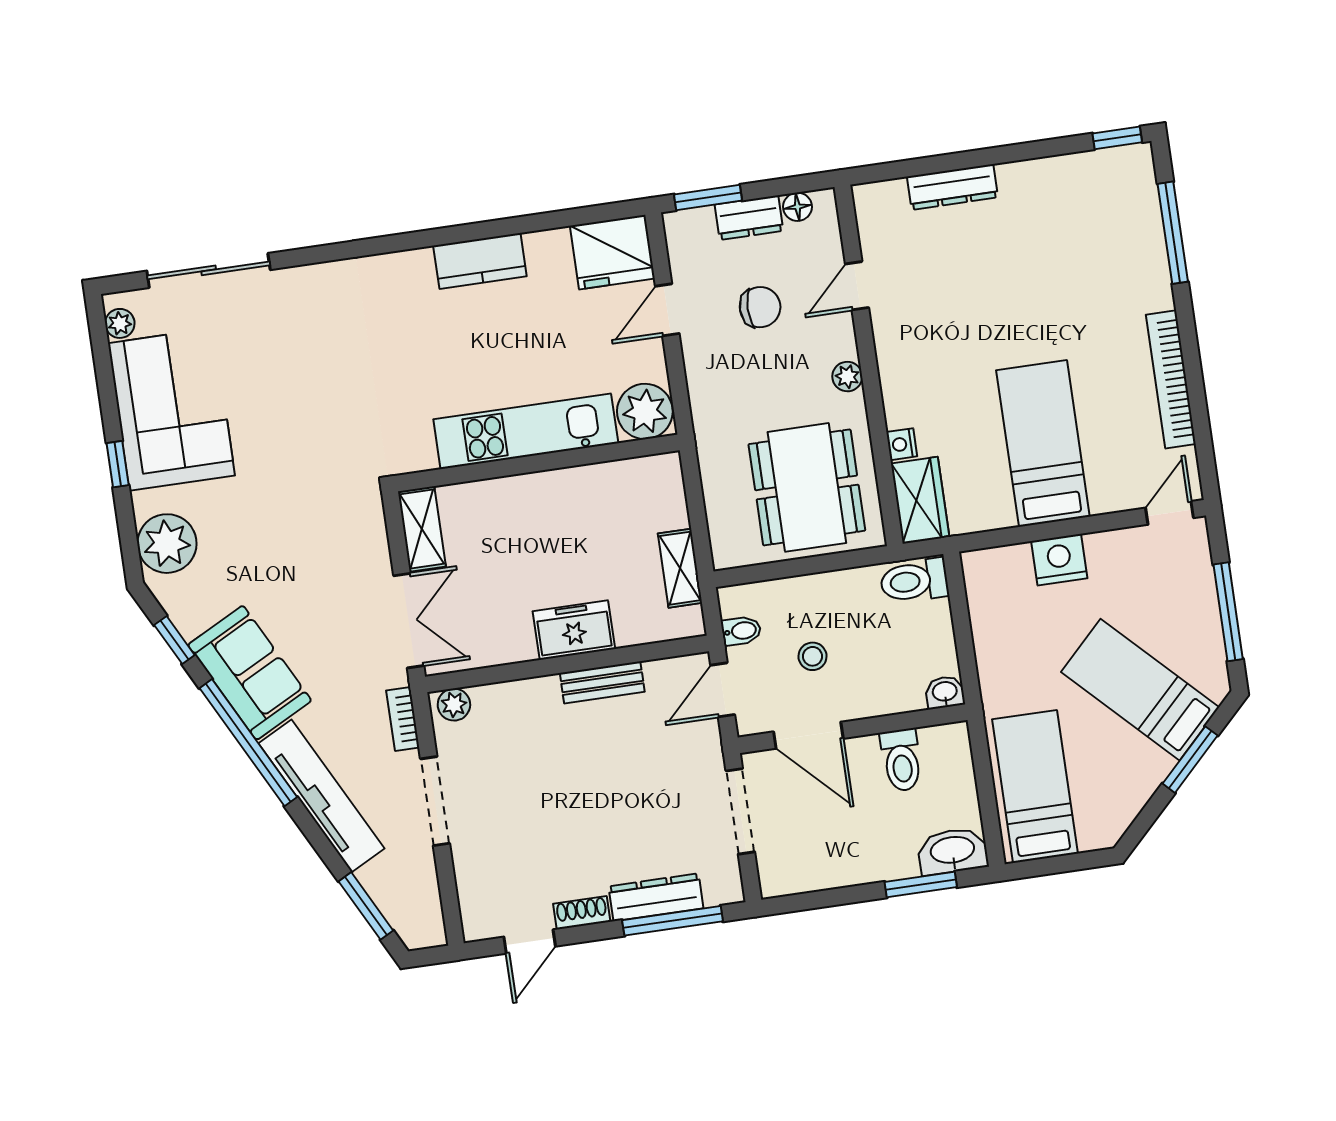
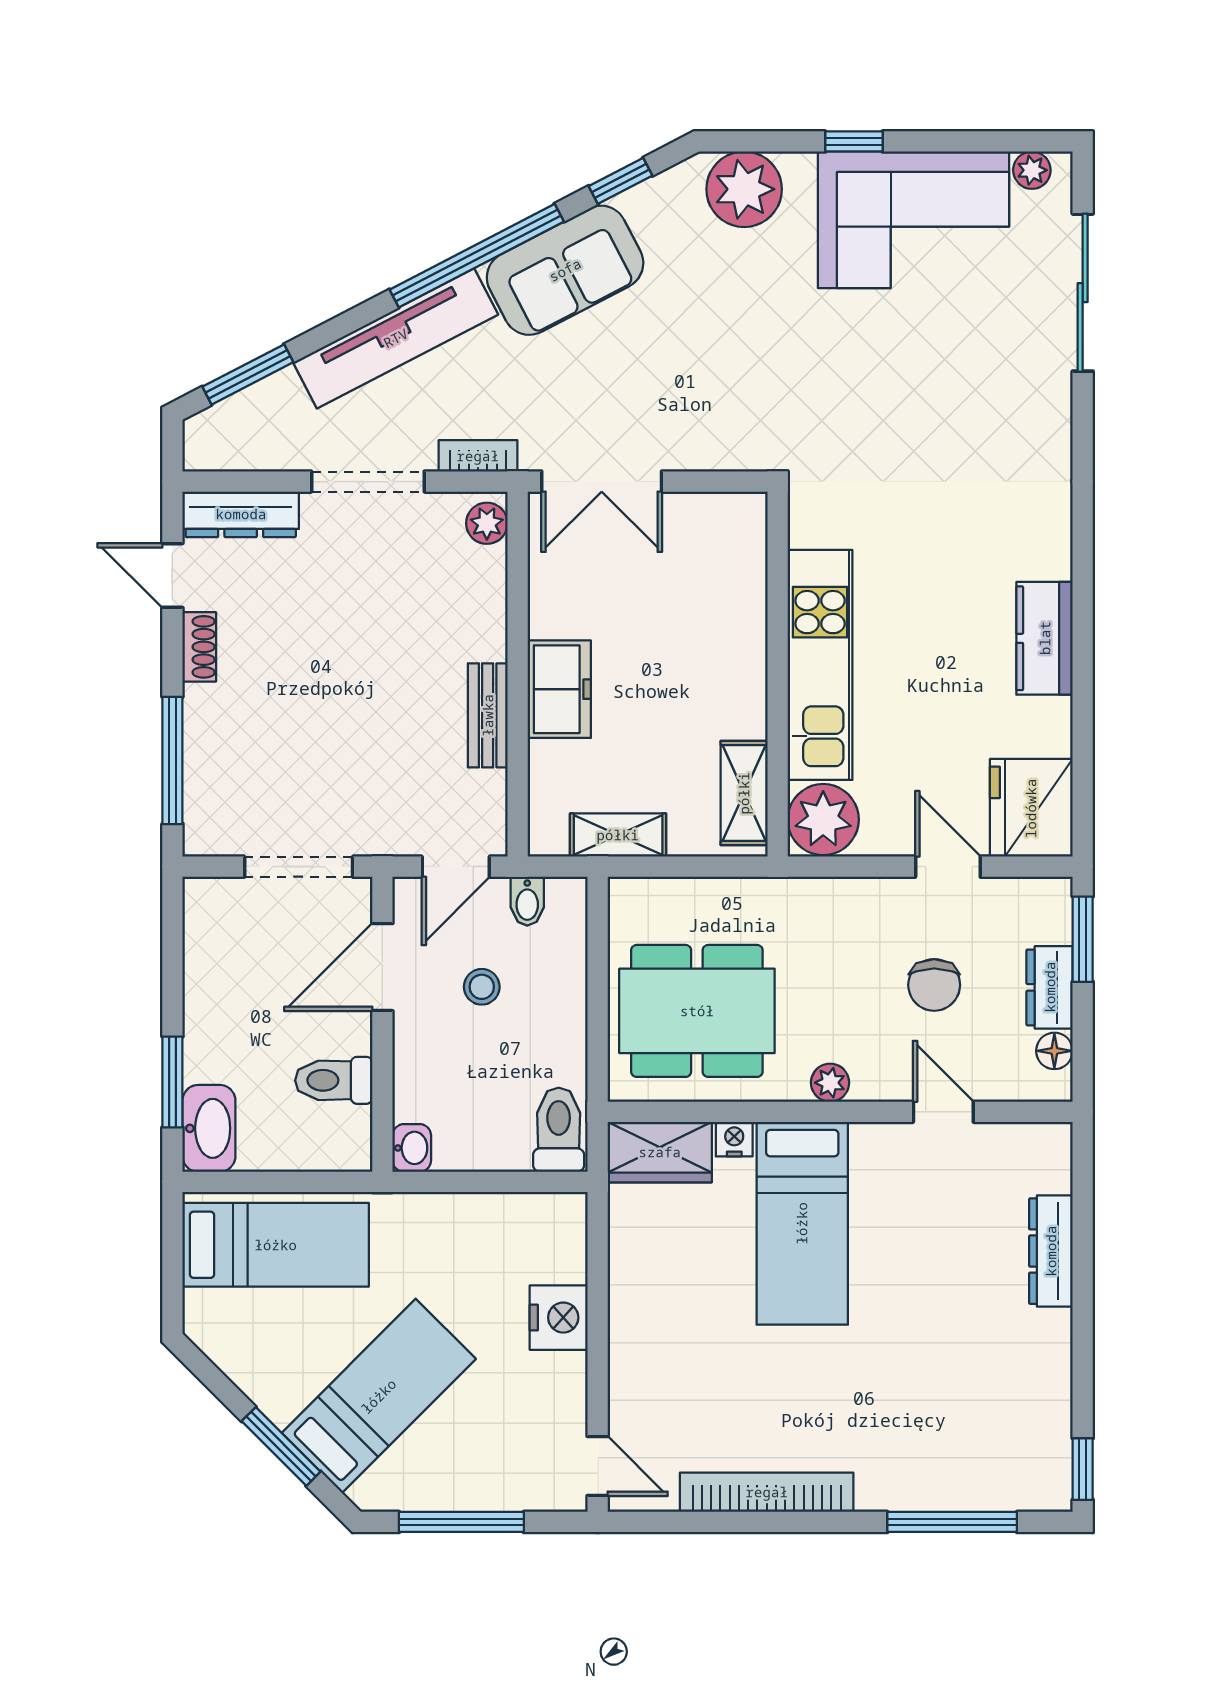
bed: (1043, 443) -> (802, 1223), moved, turned 90
shelving: (422, 529) -> (744, 793), moved, turned 90
door: (723, 690) -> (456, 867), swing flipped
dresser: (656, 897) -> (241, 514), moved, turned 90

